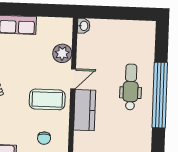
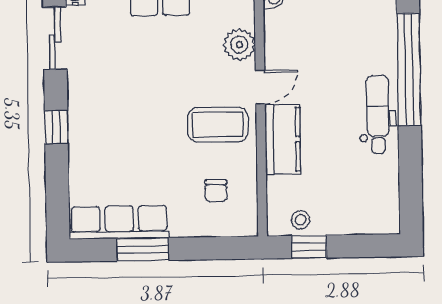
dental chair: (131, 87) -> (378, 114), moved
window: (160, 95) -> (409, 69), moved

